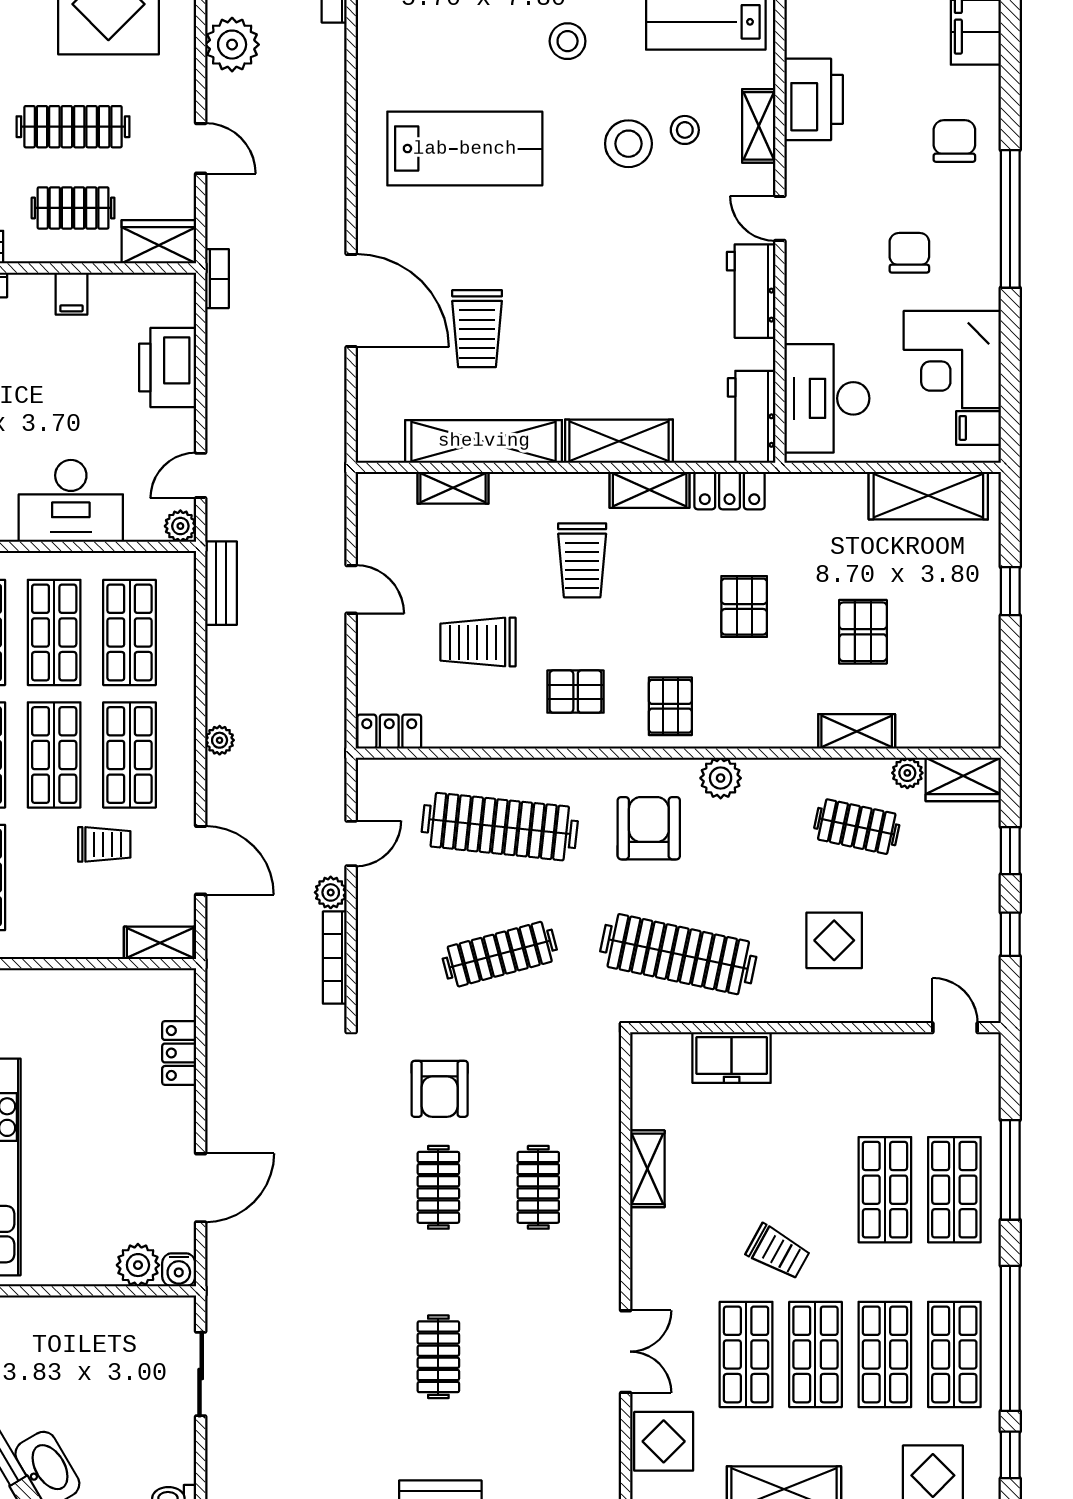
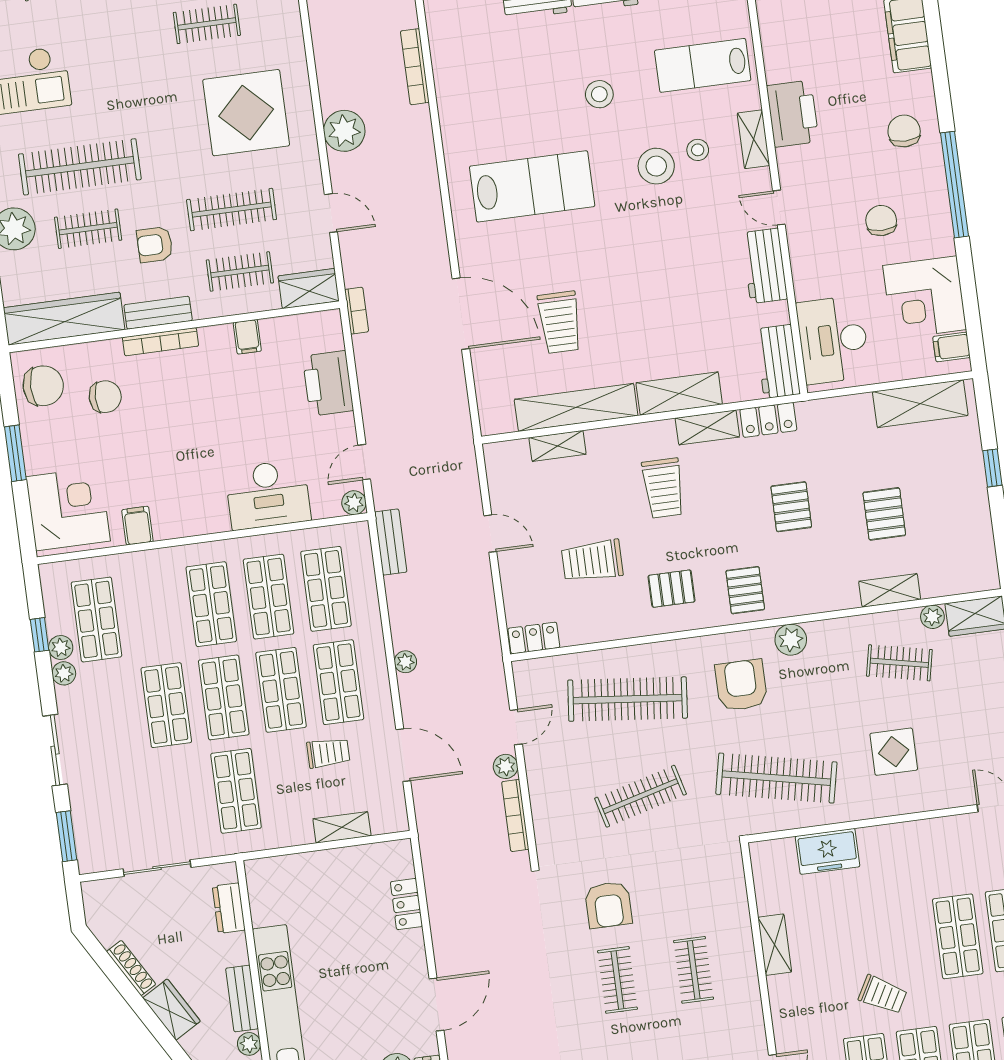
shelving: (160, 943) -> (342, 827), moved

